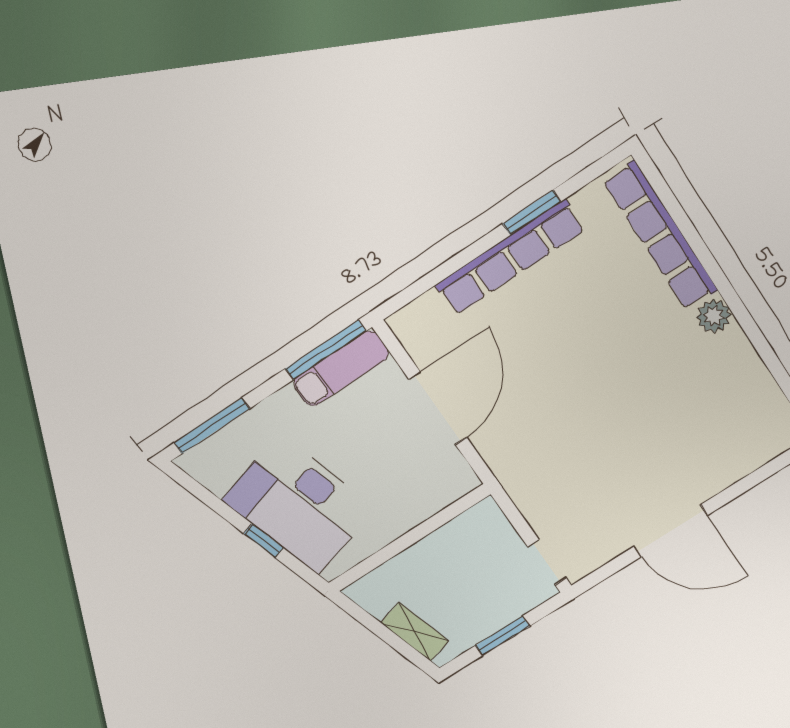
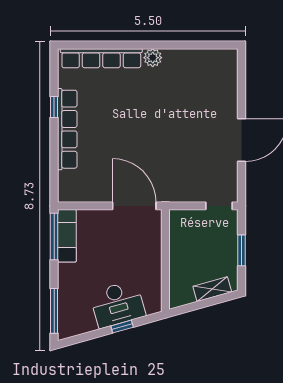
window: (532, 213) -> (54, 107), width x0.67
door: (438, 408) -> (134, 206), moved
desk: (299, 505) -> (118, 304), width x0.73, depth x0.77

